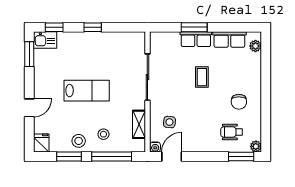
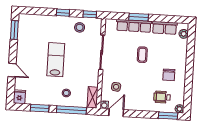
window: (54, 27) -> (90, 14), moved
row of seats: (196, 39) -> (134, 26), width x1.48
kitchen sink: (45, 40) -> (27, 20), removed
lab bench: (87, 91) -> (56, 60), turned -90
door: (29, 108) -> (12, 70), hinge flipped
shelving: (139, 124) -> (93, 97), moved
stool: (79, 141) -> (80, 27), moved

